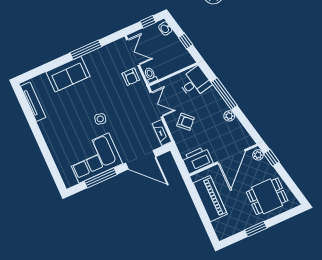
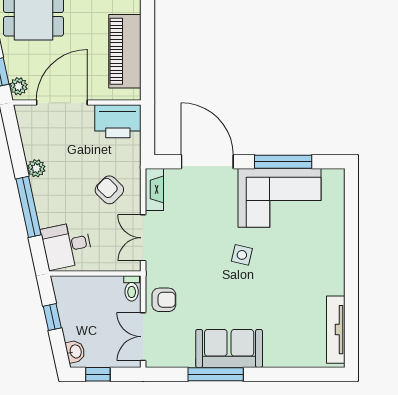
sofa: (68, 74) -> (229, 348), moved
armchair: (131, 77) -> (164, 300), turned 90

